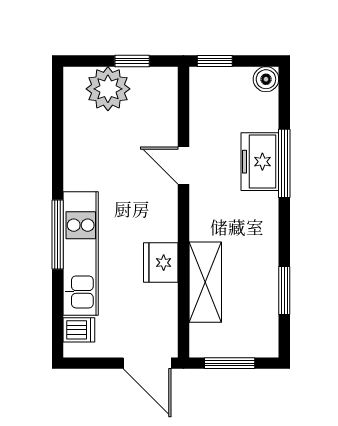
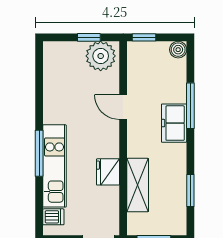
plant: (108, 89) -> (101, 56), moved
freezer: (260, 162) -> (174, 123), moved

